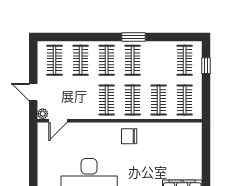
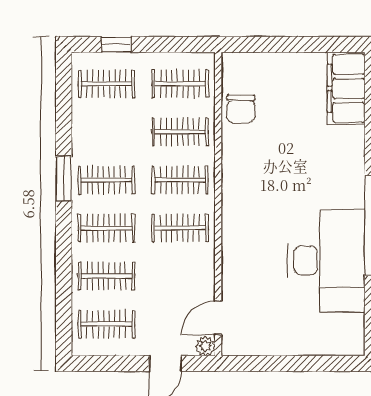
door: (58, 121) -> (218, 318), swing flipped
chair: (129, 136) -> (241, 109), moved

